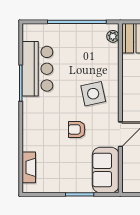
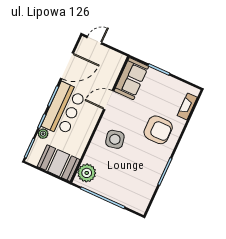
plant: (113, 36) -> (87, 173), width x1.88, depth x1.88
bar counter: (37, 69) -> (148, 176), removed
armchair: (77, 129) -> (158, 130), moved, width x1.88, depth x1.88

